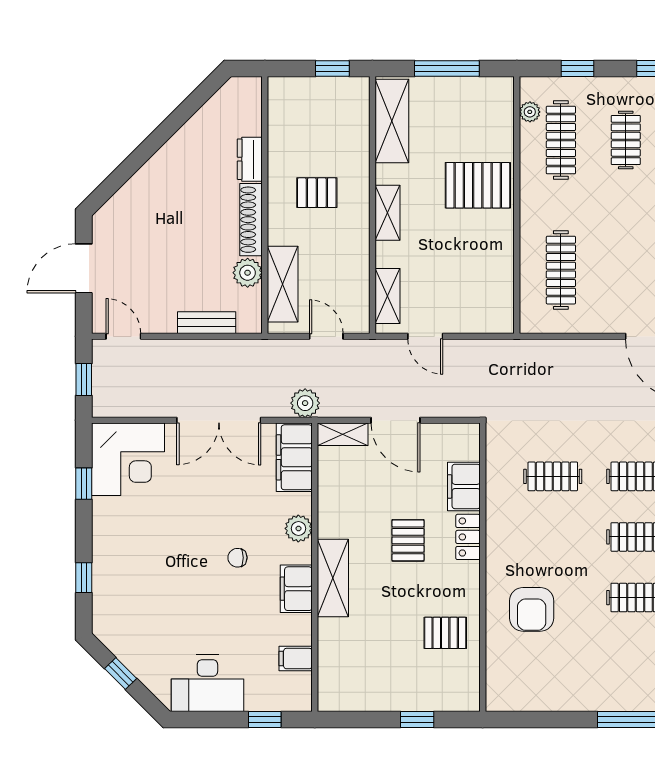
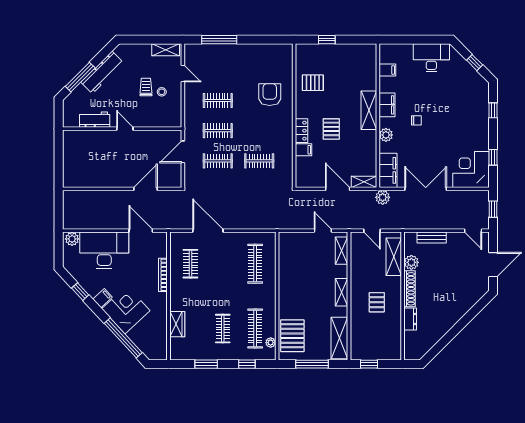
pallet: (478, 185) -> (292, 336), moved, turned 90
pallet: (317, 193) -> (377, 302), turned 90
filing cabinet: (464, 486) -> (303, 150), width x0.50
window: (265, 719) -> (403, 40), removed

